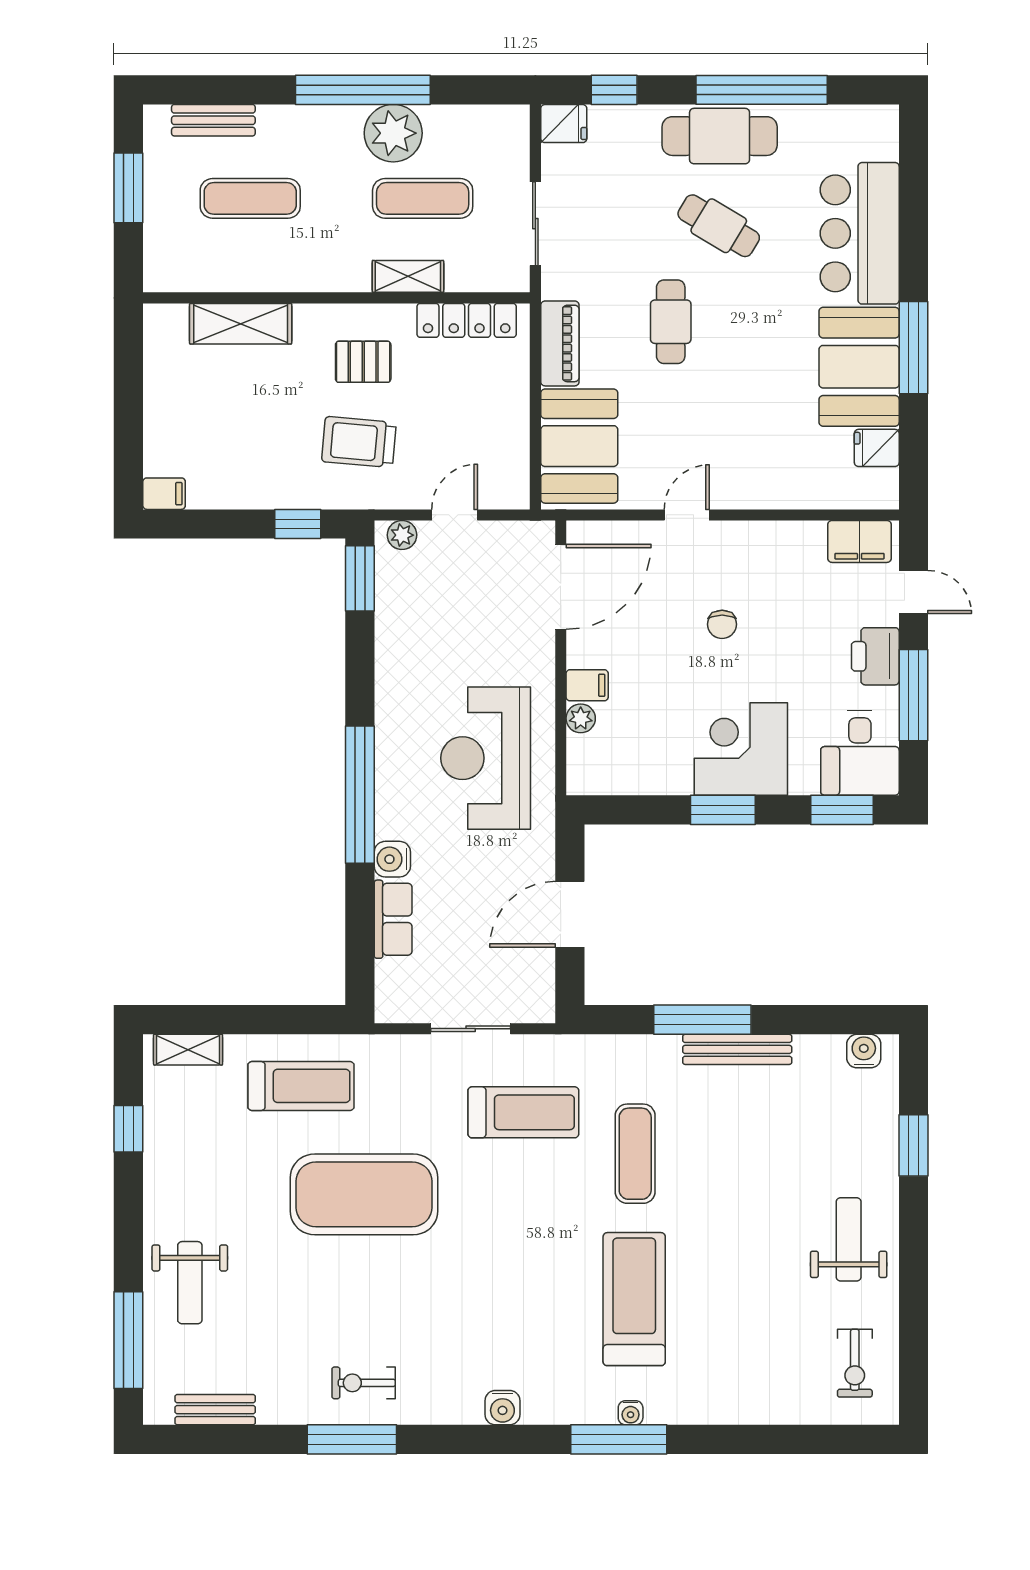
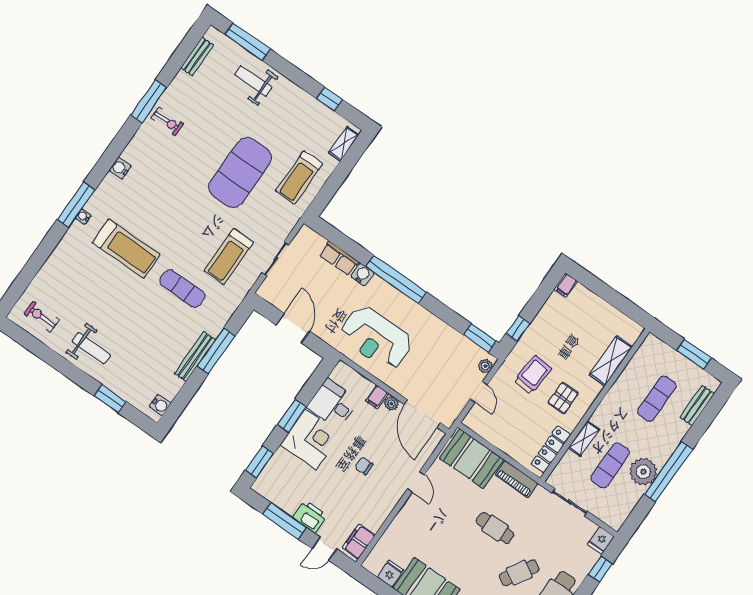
plant: (581, 718) -> (391, 404), moved
desk: (860, 753) -> (333, 404), moved
reception desk: (486, 758) -> (376, 338), turned 180
exercise bike: (364, 1383) -> (167, 121), turned 90

